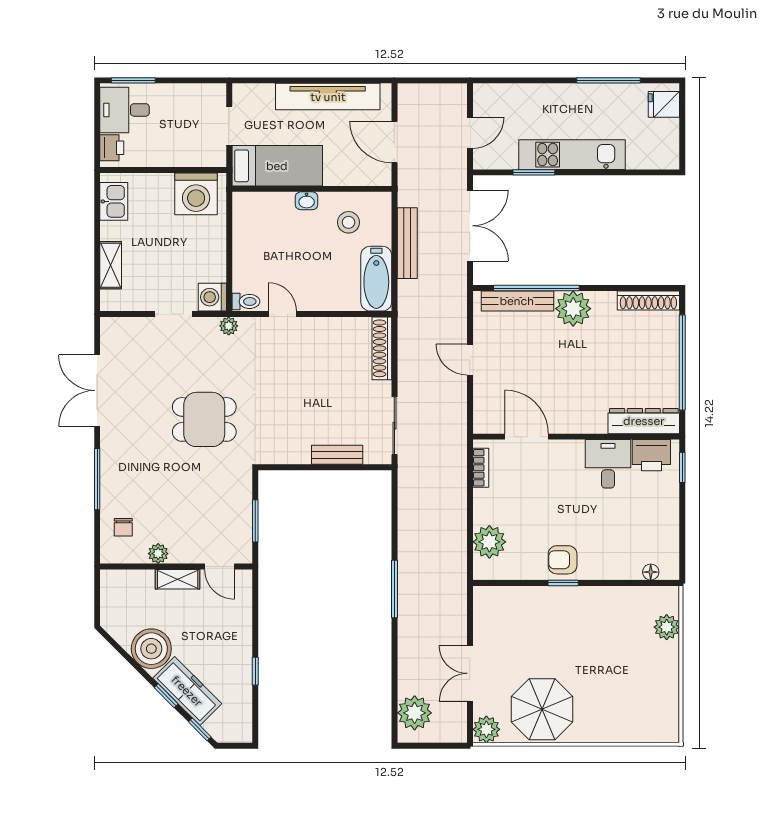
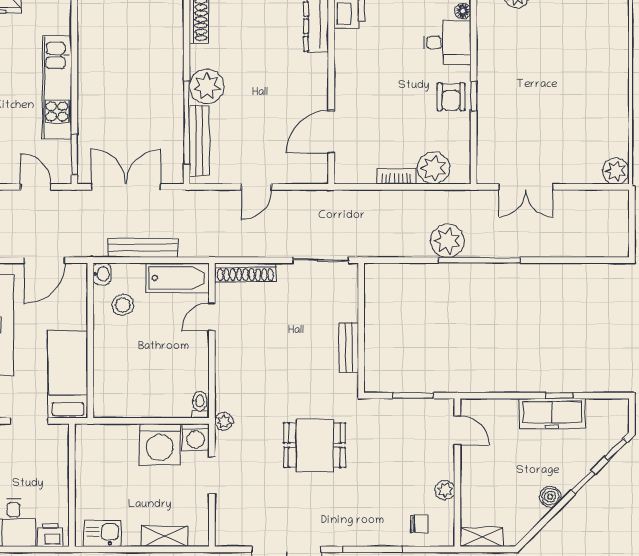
window: (534, 172) -> (74, 154), moved
washing machine: (196, 194) -> (160, 444), moved, turned 90
washbasin: (307, 201) -> (102, 274), moved
door: (282, 314) -> (212, 317), moved
dining table: (204, 419) -> (315, 445), turned 90
bench: (337, 455) -> (349, 347), moved
desk: (608, 464) -> (447, 43), moved, turned 180
bookcase: (481, 468) -> (396, 176), moved
door: (219, 566) -> (457, 430), hinge flipped
shelving: (178, 579) -> (482, 537), moved, turned 90
window: (394, 589) -> (479, 260), width x1.46
boiler: (151, 649) -> (550, 497), width x0.54, depth x0.54
double door: (470, 673) -> (526, 187), moved
freezer: (187, 691) -> (552, 413), moved, turned -135
parasol: (542, 709) -> (596, 117), removed
plant: (415, 713) -> (447, 241), moved

